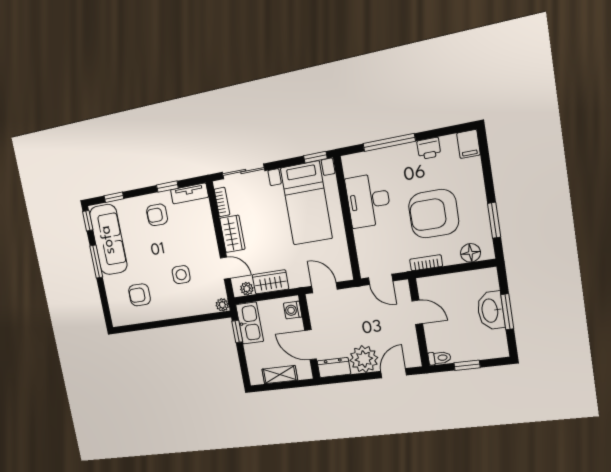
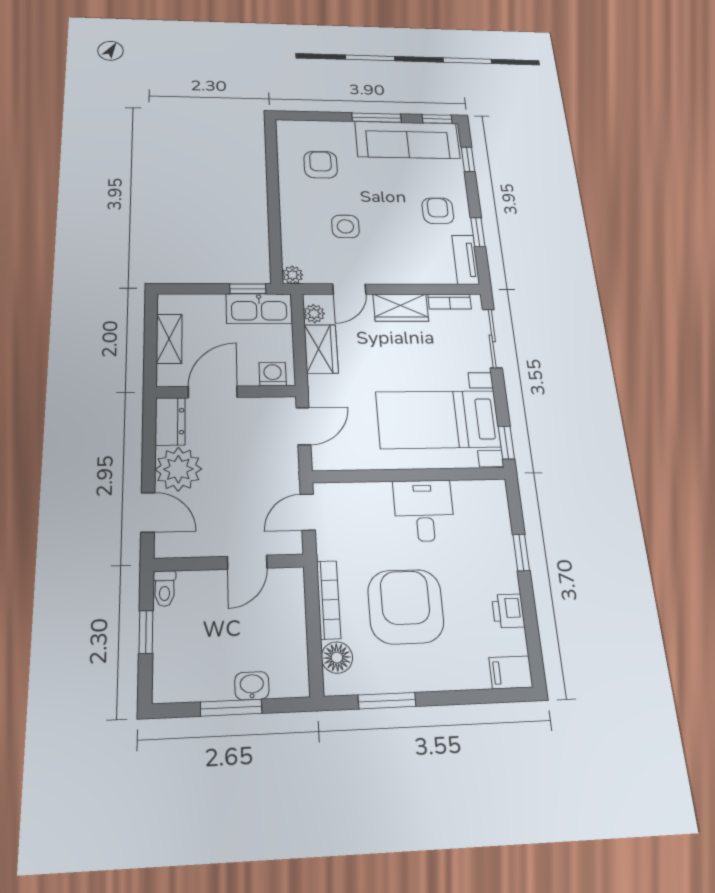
window: (389, 142) -> (521, 553), width x0.46
desk: (368, 200) -> (424, 511), width x0.73
bookcase: (426, 263) -> (328, 600), width x1.56
washbasin: (491, 311) -> (252, 686), width x0.52, depth x0.69

